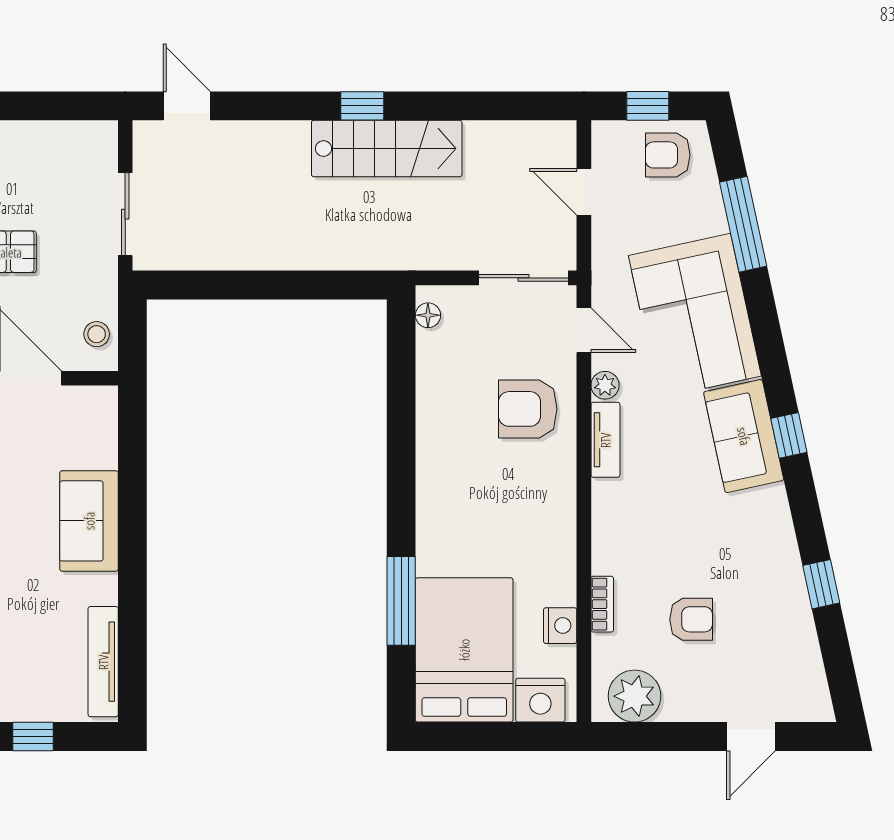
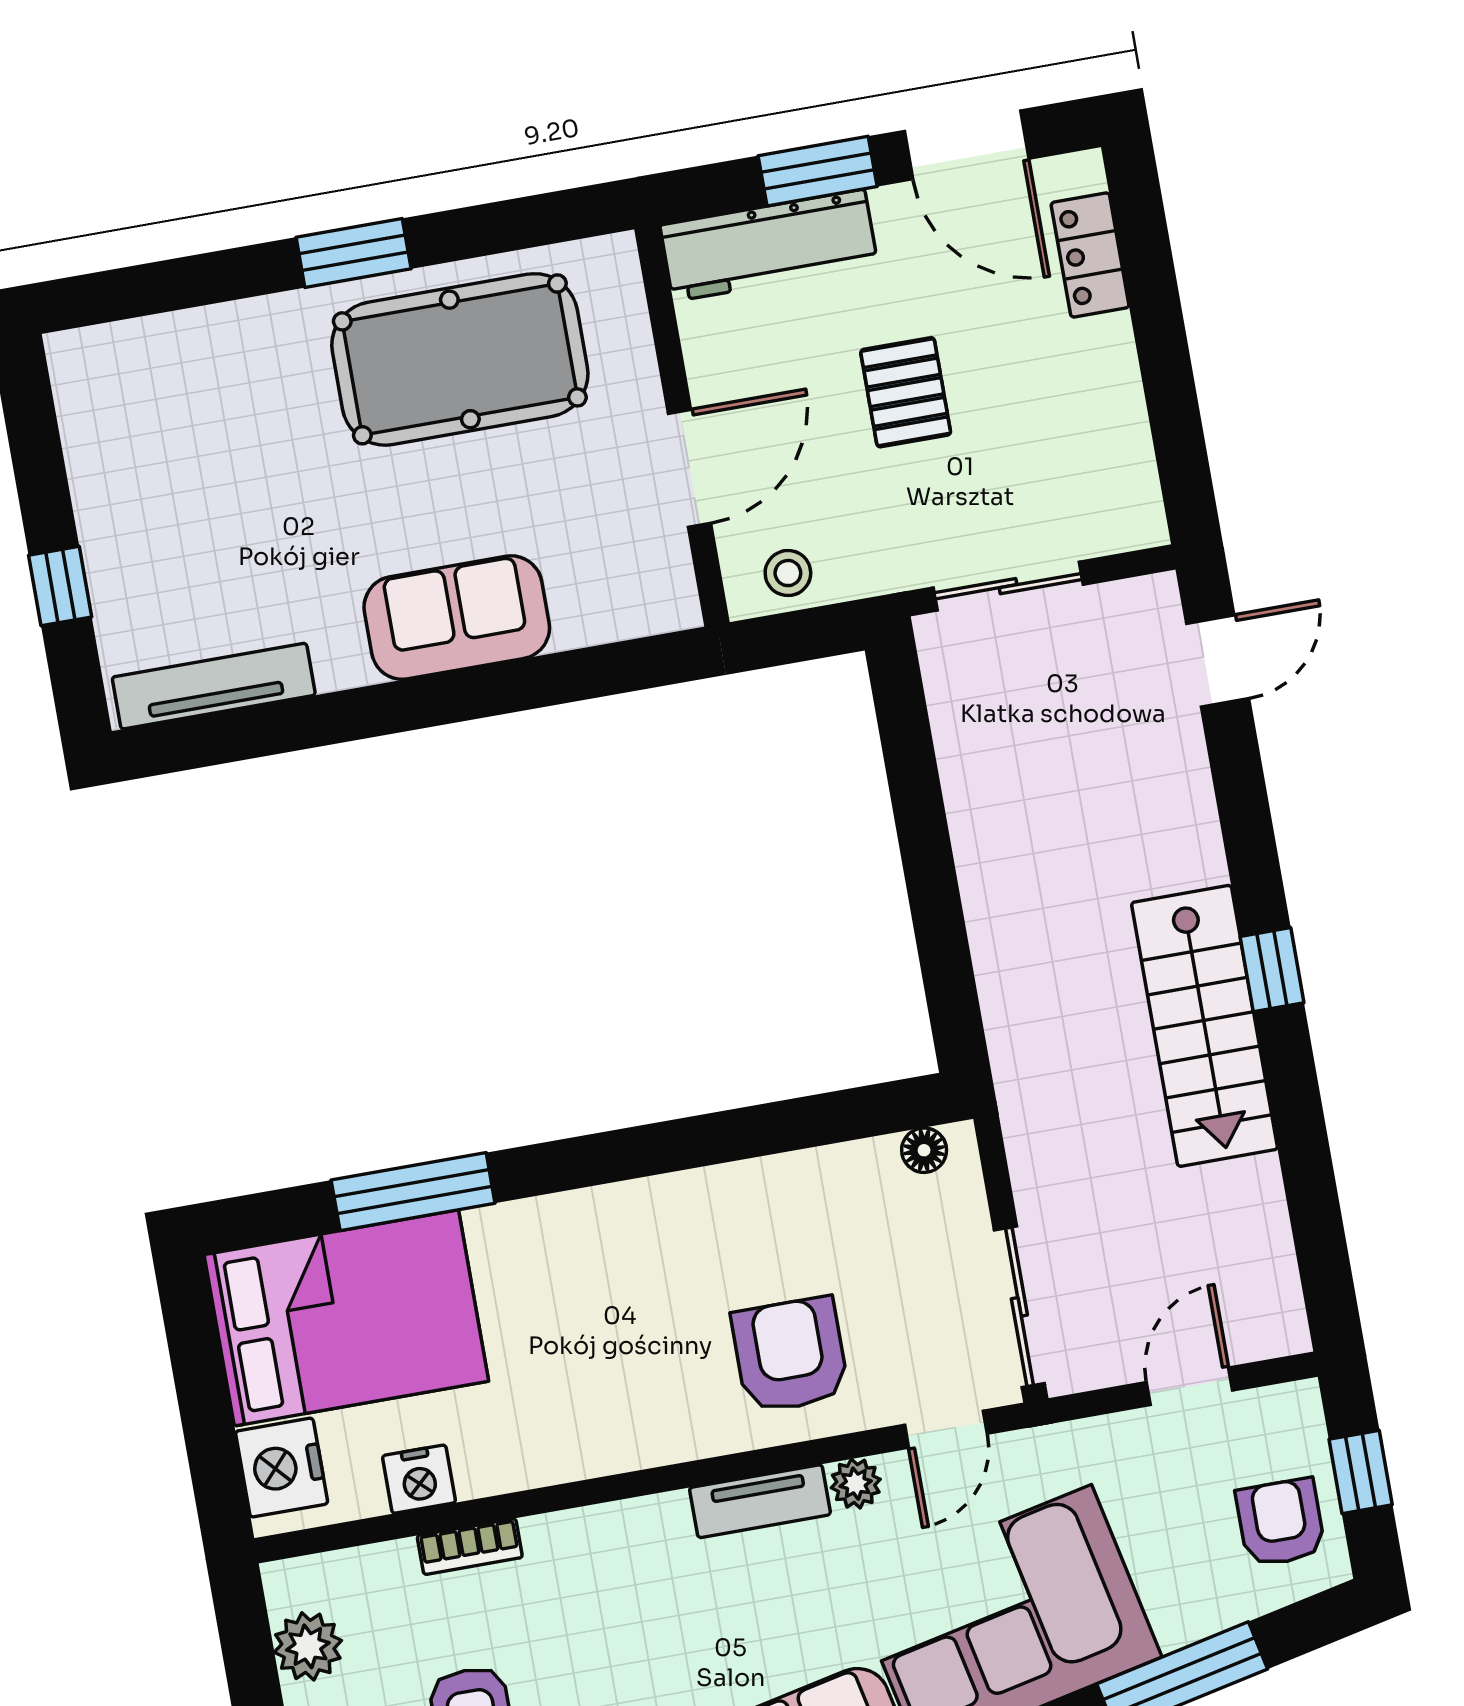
plant: (635, 696) -> (308, 1646), width x0.73, depth x0.73

